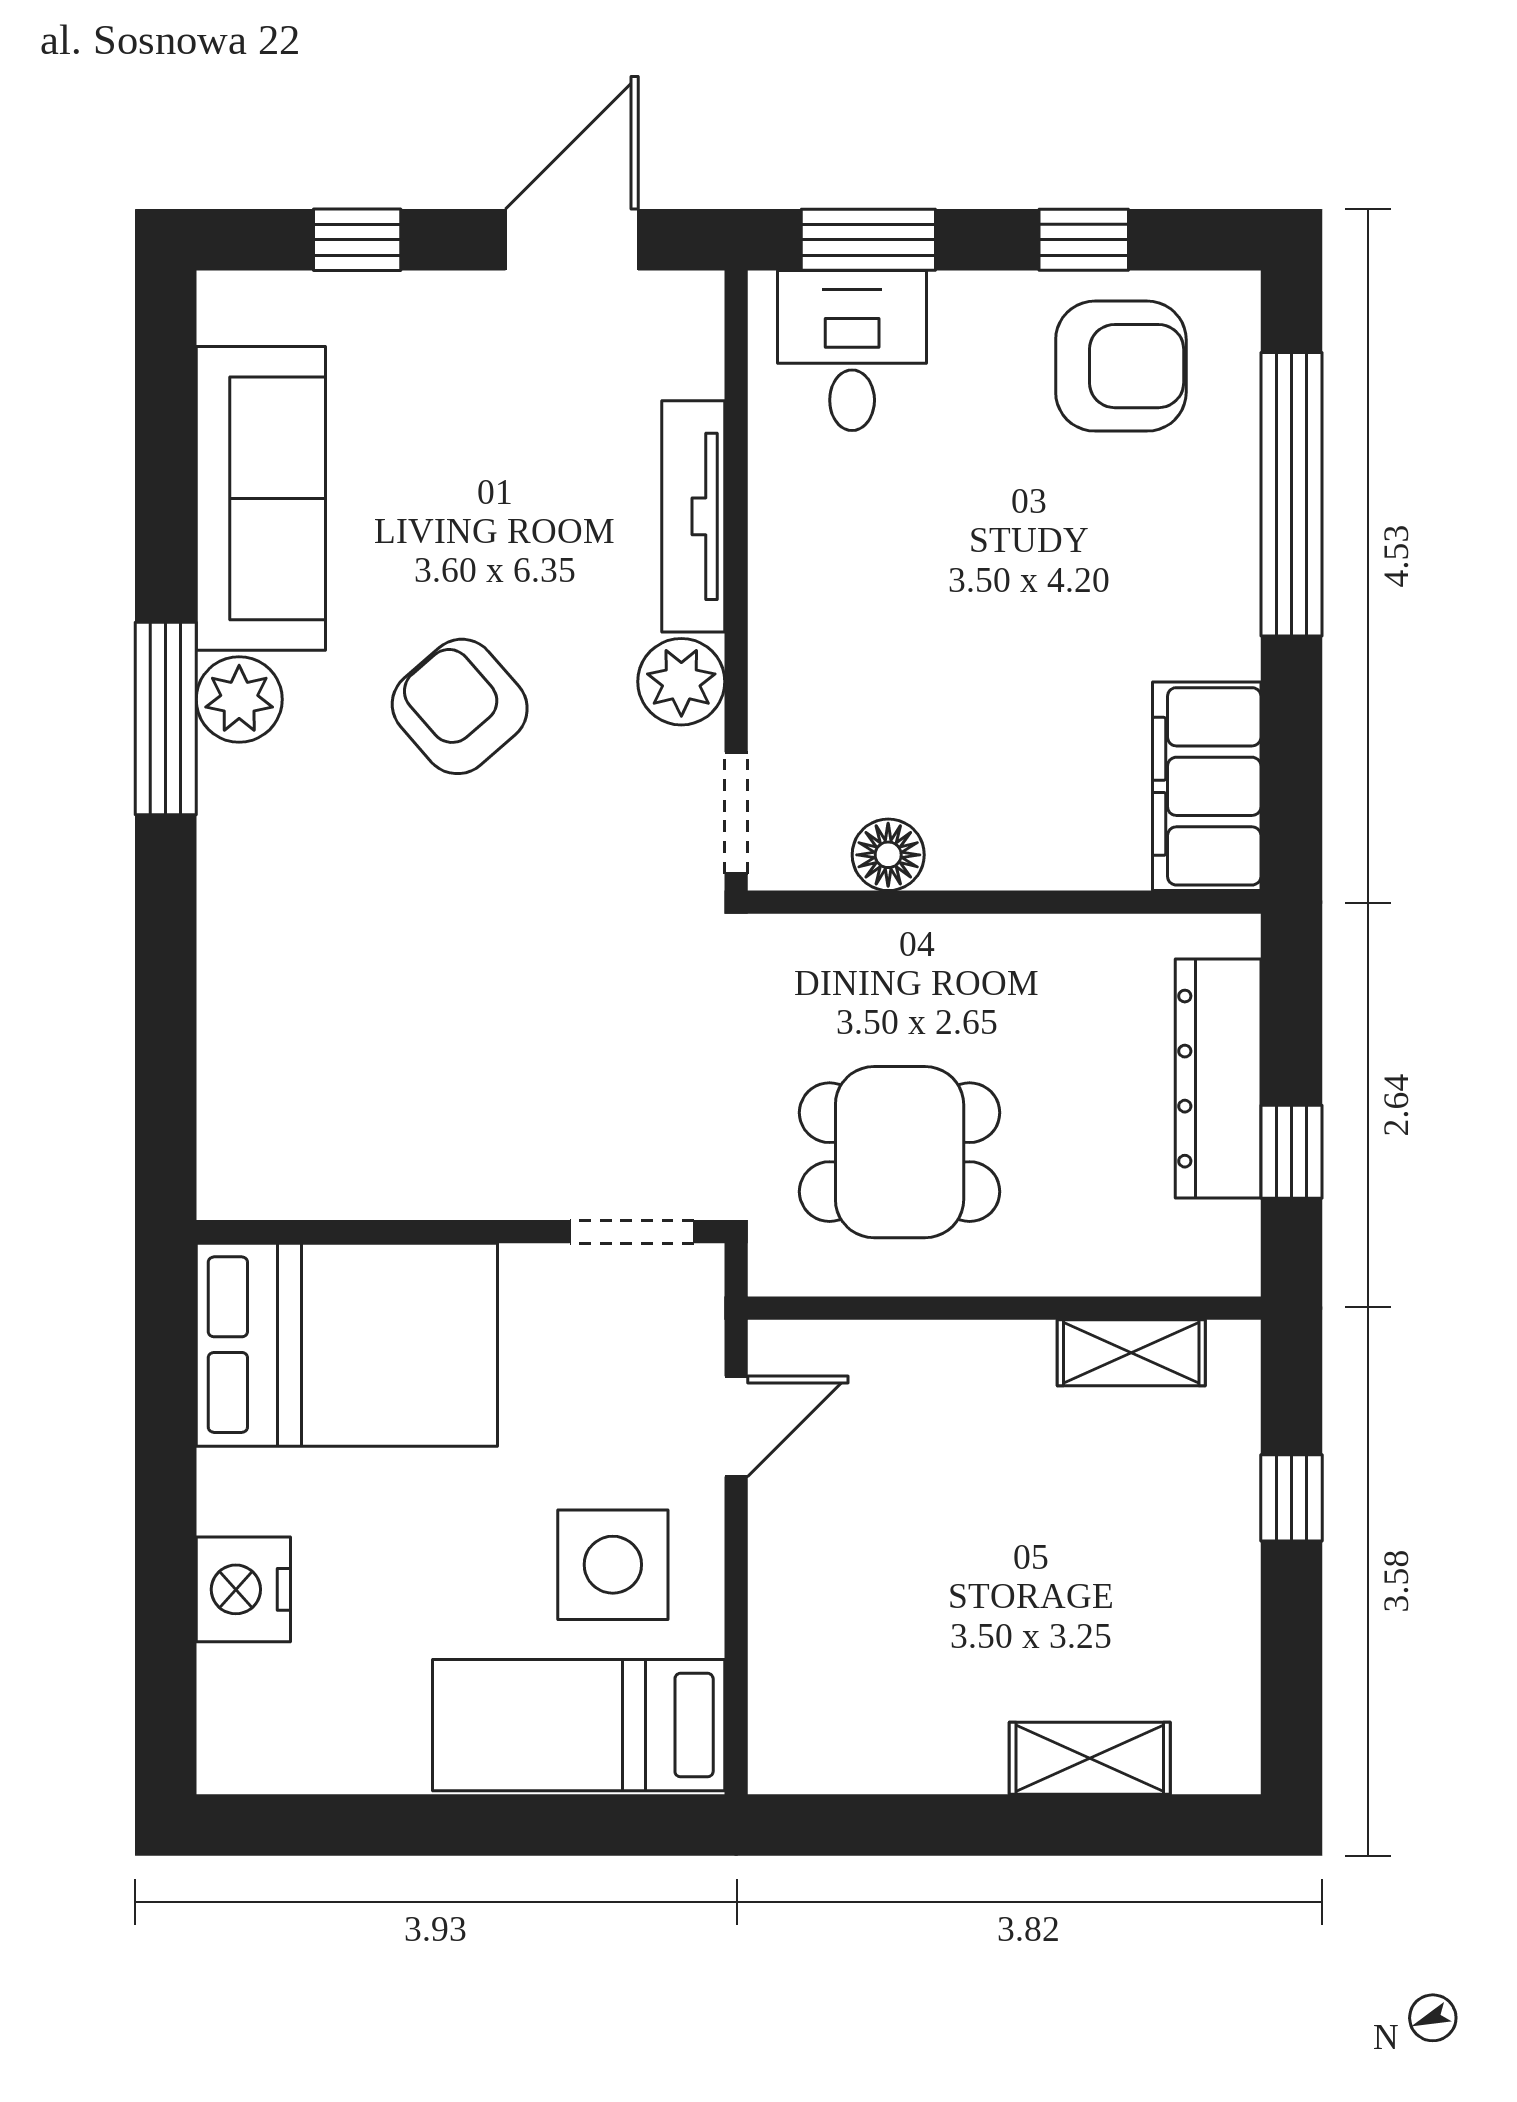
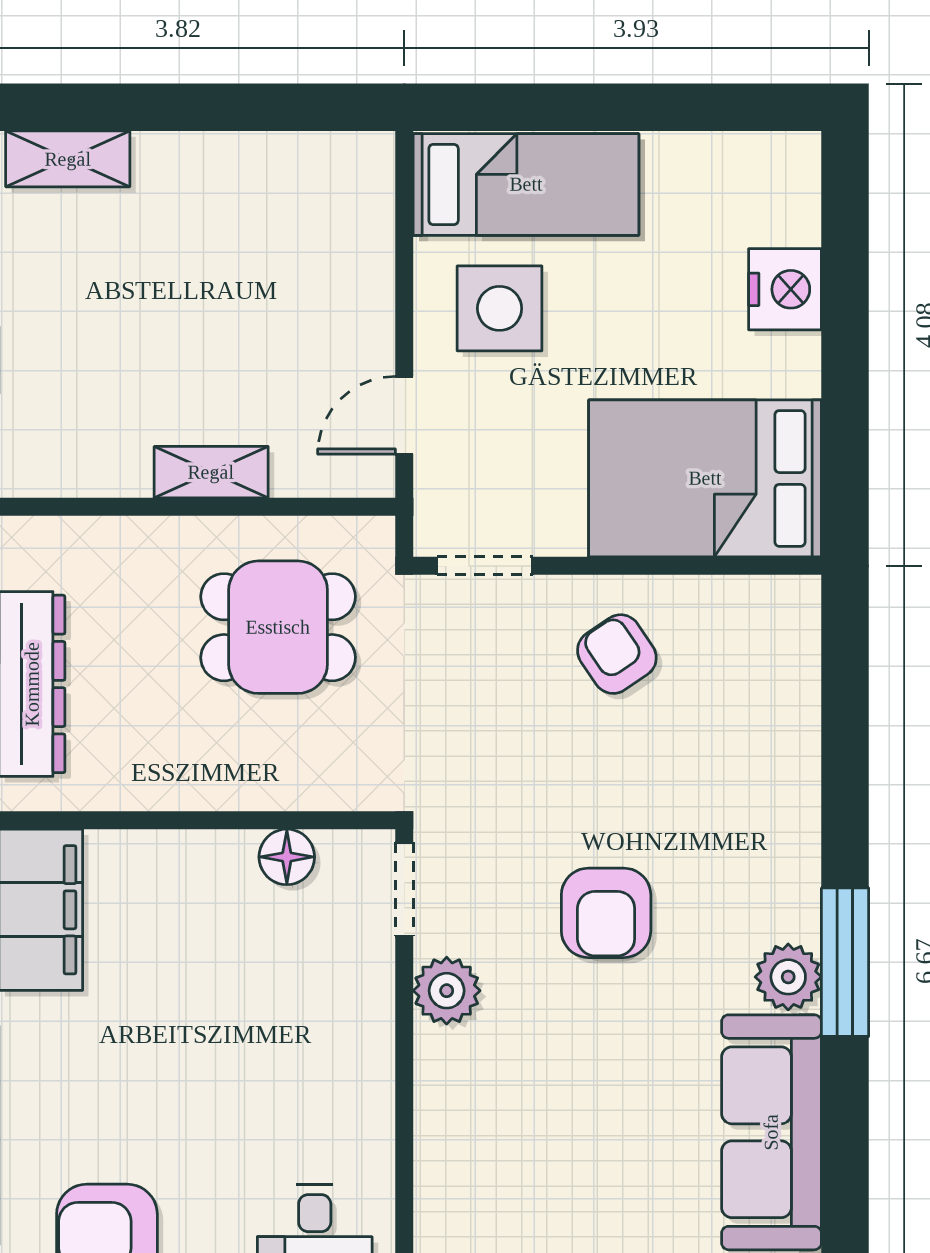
tv unit: (693, 516) -> (437, 1118), removed
armchair: (460, 706) -> (606, 913), moved, turned 41
armchair: (461, 1117) -> (617, 654), added
shelving: (1131, 1353) -> (211, 472), moved
shelving: (1090, 1758) -> (68, 159), moved

